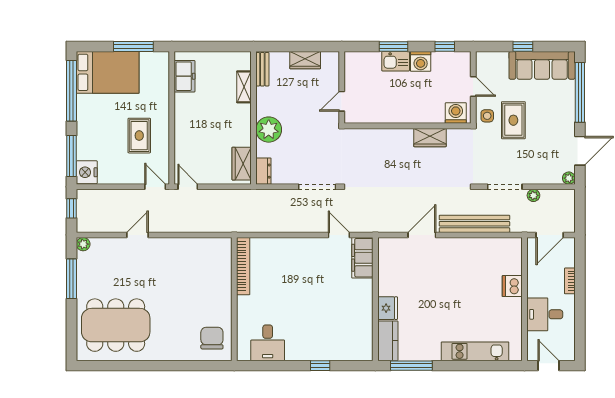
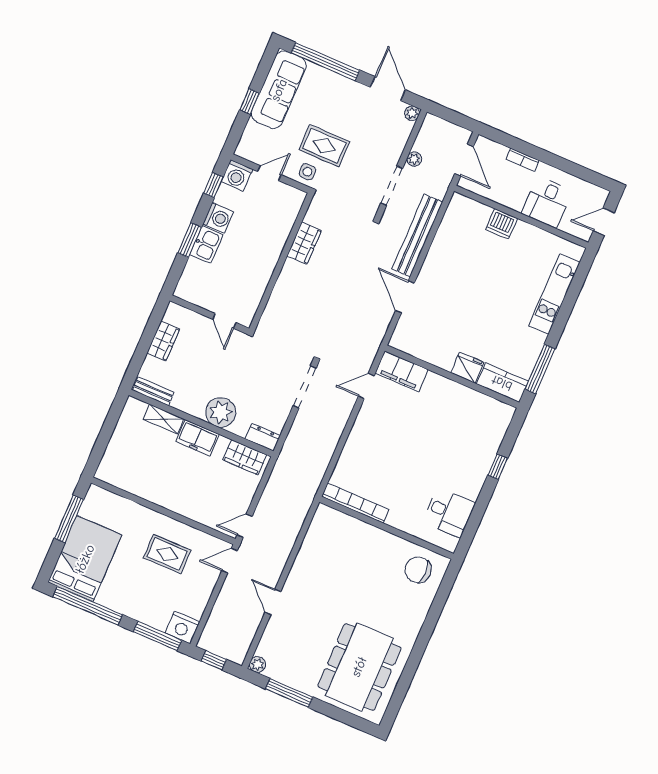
freezer: (184, 76) -> (198, 438), moved, turned 180
washing machine: (456, 113) -> (237, 175), moved, turned -90

